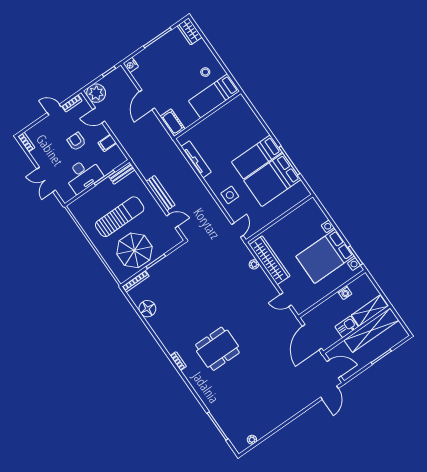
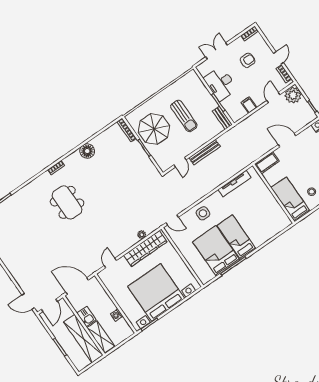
armchair: (76, 141) -> (248, 60), moved
sun lounger: (120, 217) -> (184, 116), width x0.73, depth x0.75
bed with nightstands: (325, 256) -> (156, 292), width x1.36
floor lamp: (147, 309) -> (87, 151), moved

